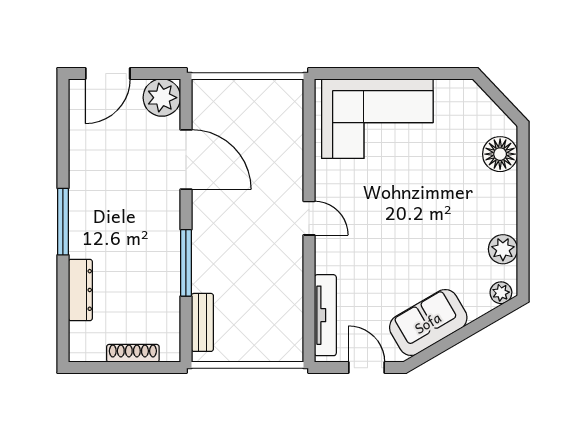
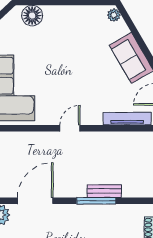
plant: (503, 249) -> (88, 14), removed
bench: (202, 322) -> (104, 191), moved

